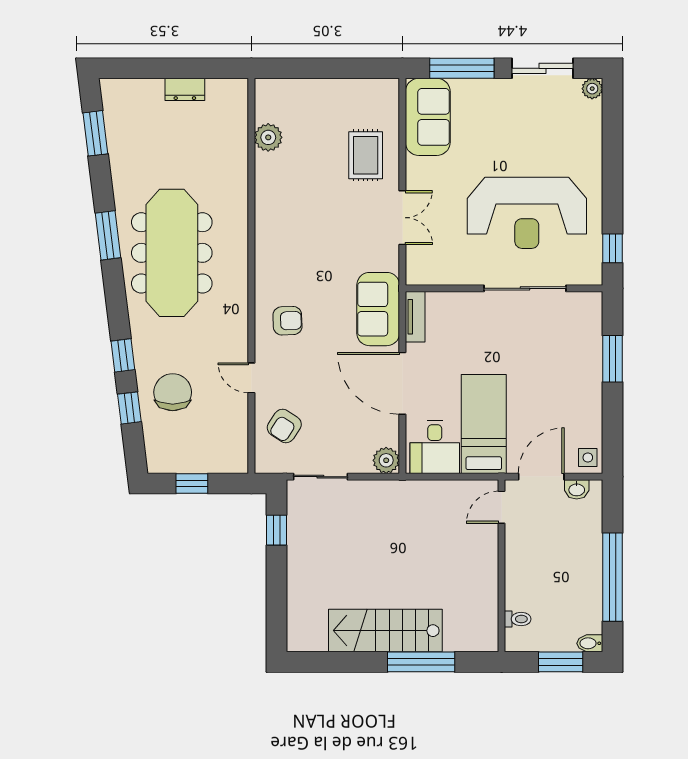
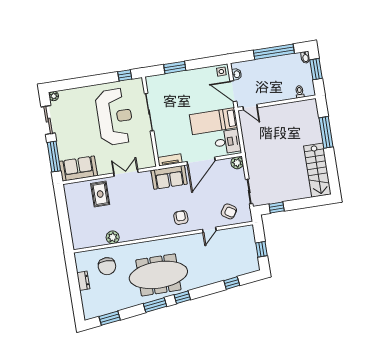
plant: (268, 137) -> (113, 237), moved
rug: (366, 155) -> (100, 194), turned 90
window: (123, 355) -> (182, 297), moved
chair: (173, 392) -> (107, 266), moved, turned -90
stairs: (385, 631) -> (317, 170), moved

